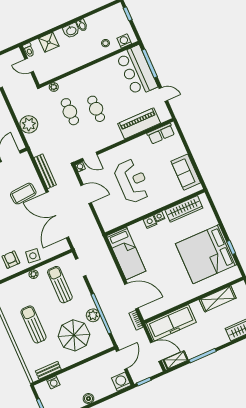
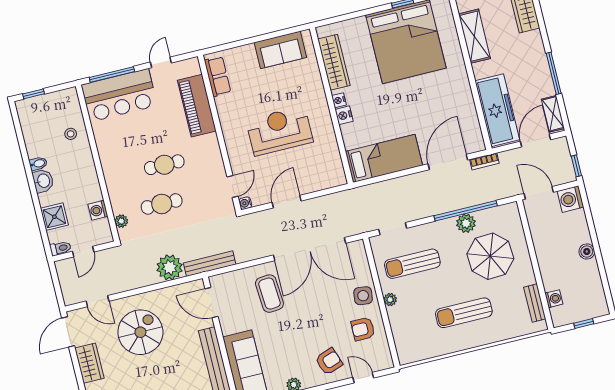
washing machine: (124, 41) -> (98, 210), moved
bench: (45, 171) -> (210, 264), moved

